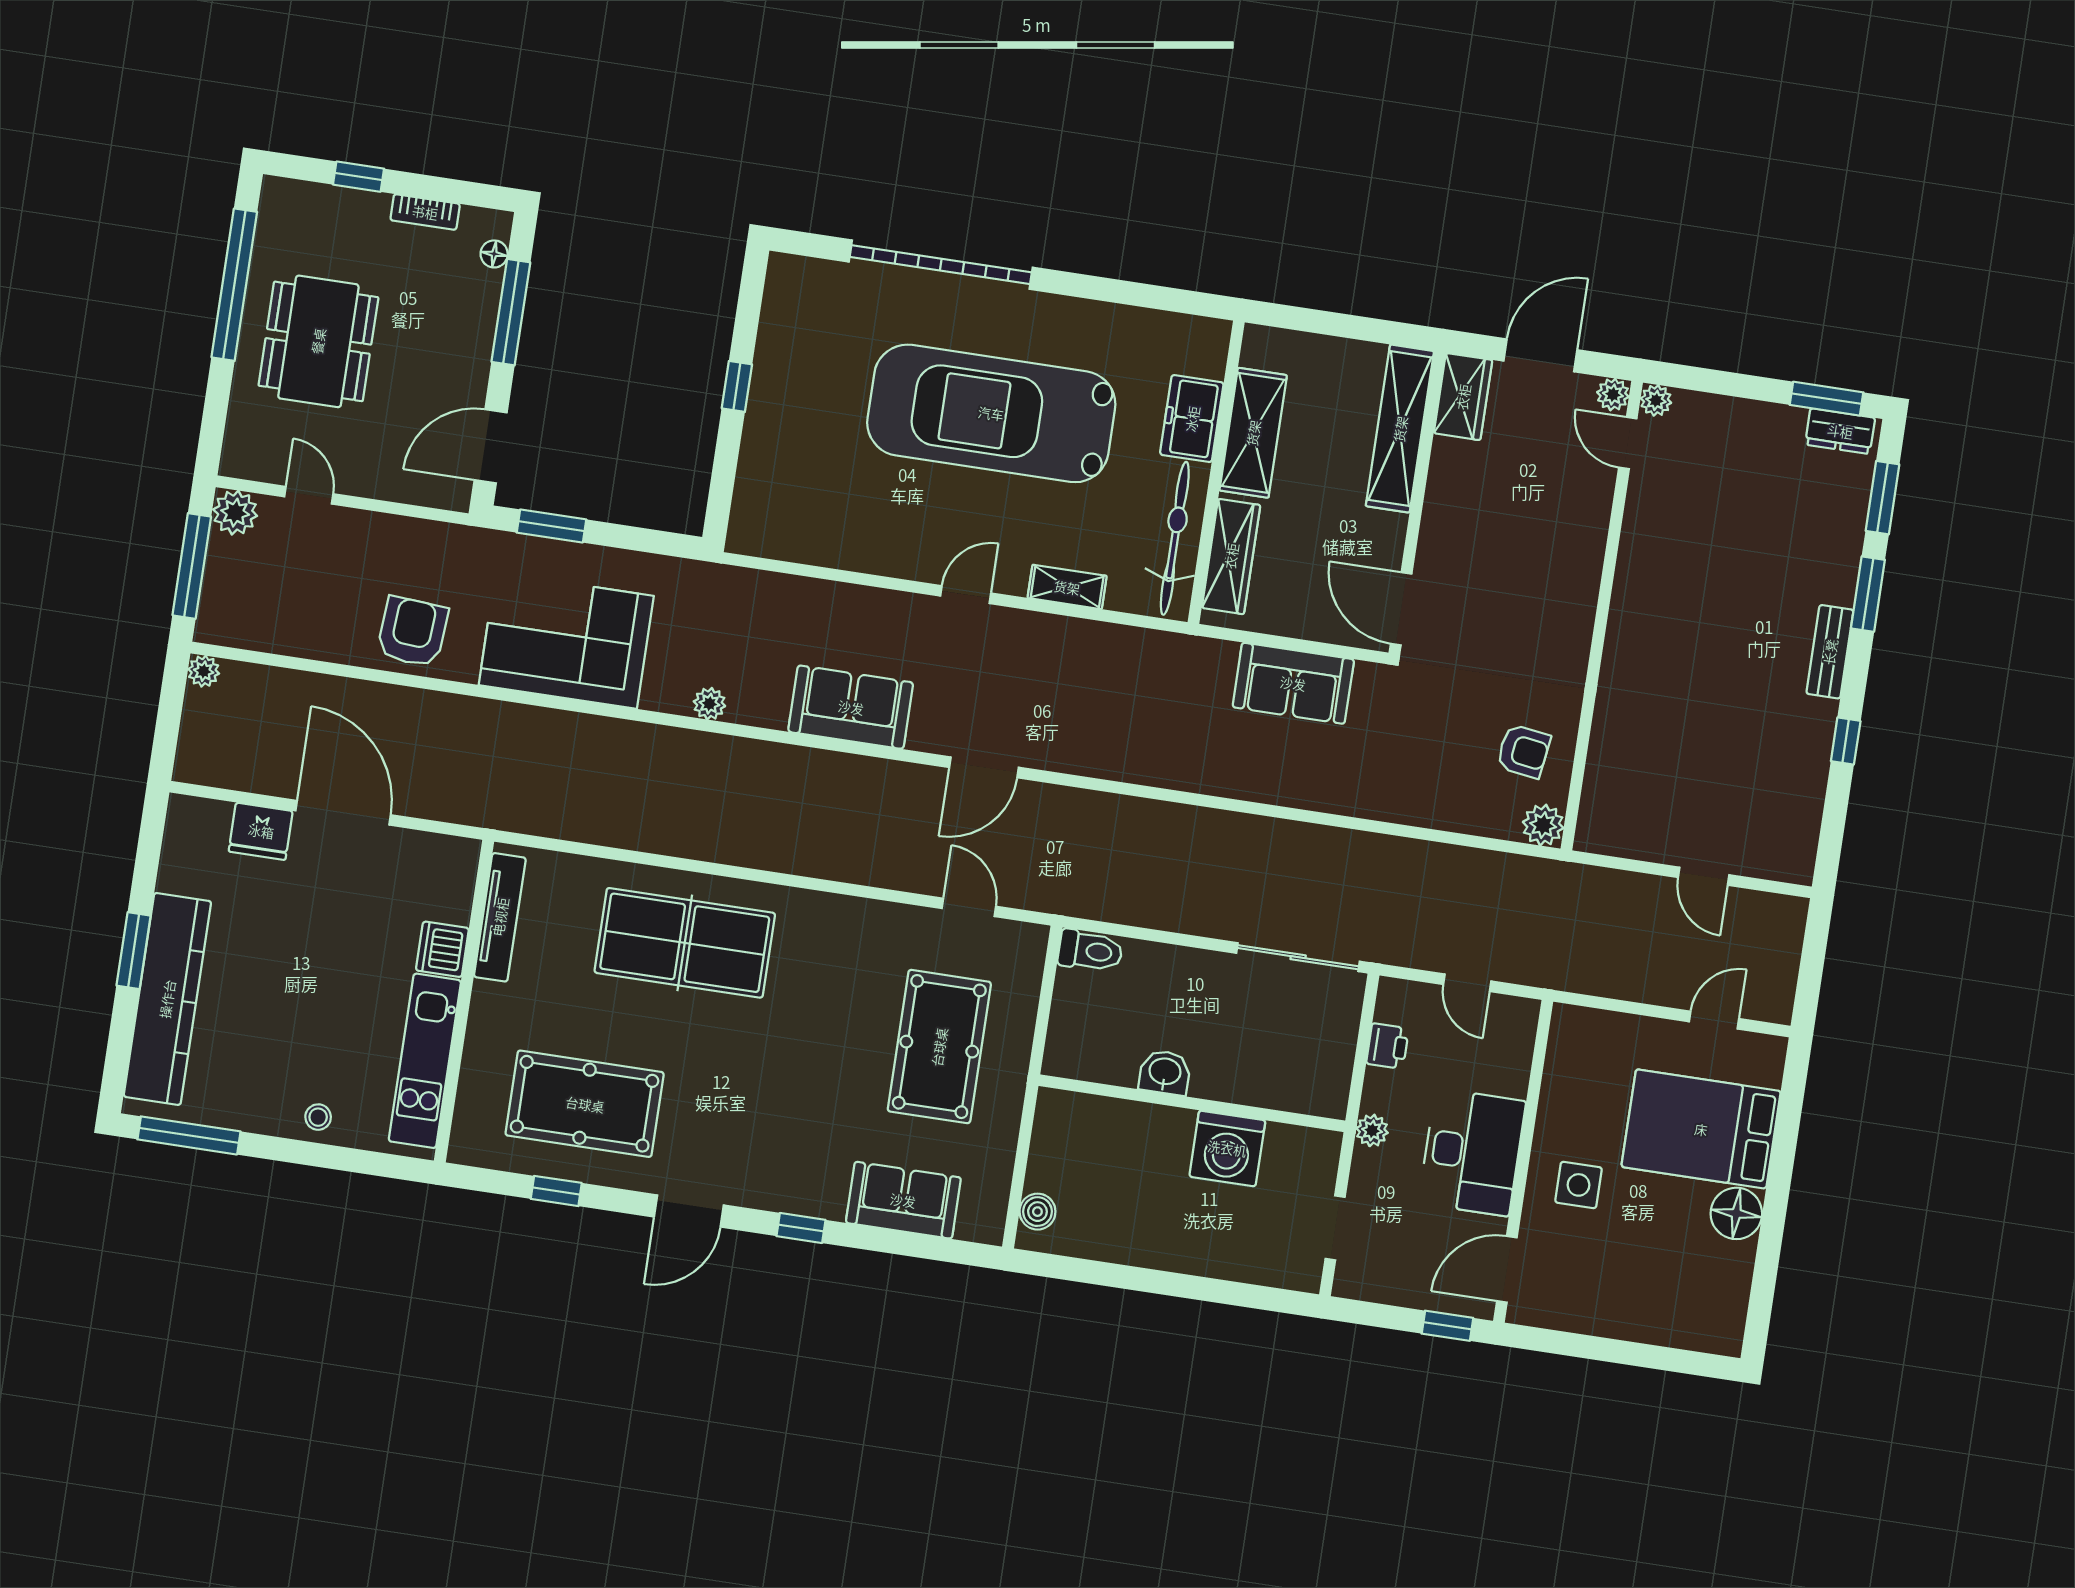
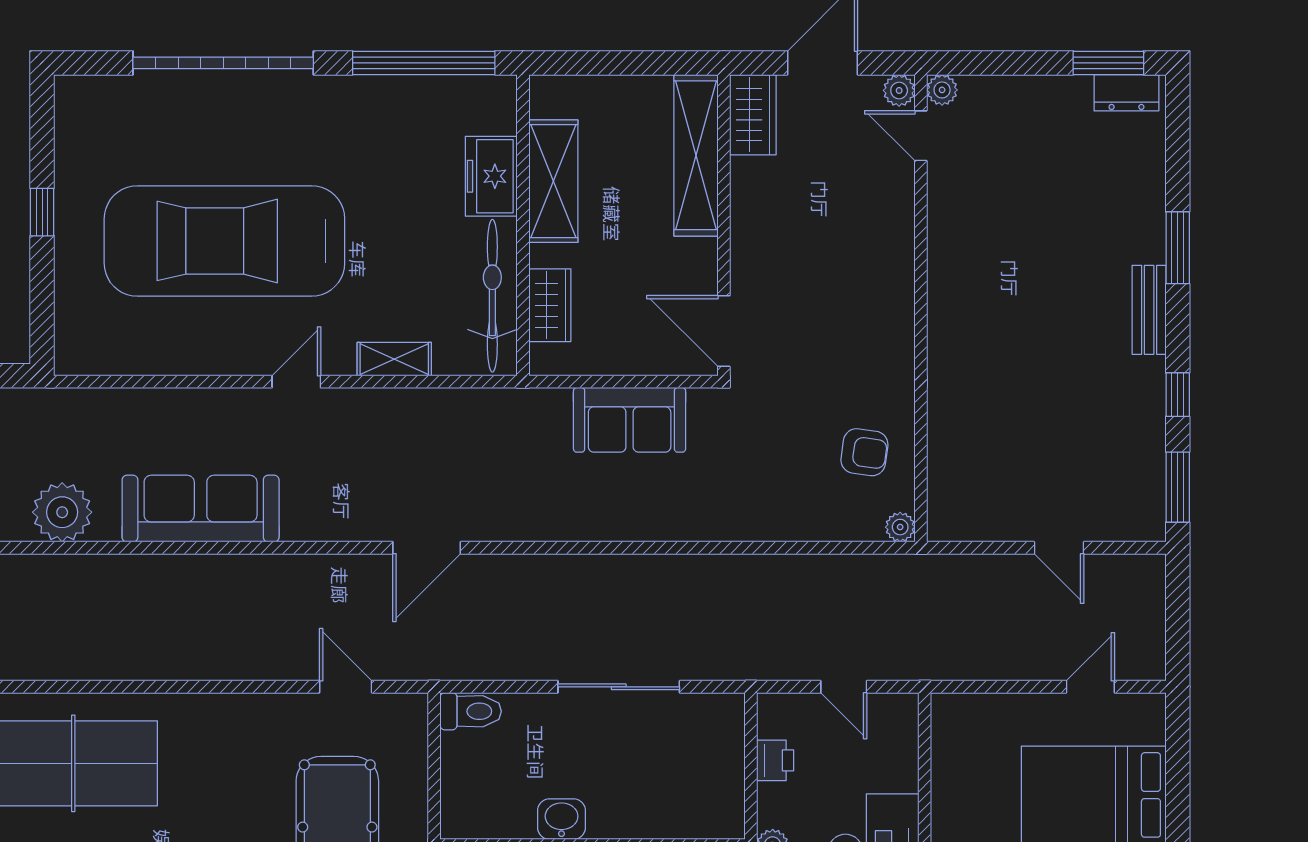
window: (1141, 295) -> (424, 63), added
car: (991, 413) -> (224, 241), moved
window: (1882, 498) -> (1178, 487), moved
wardrobe: (1231, 556) -> (550, 305), width x0.67
plant: (709, 704) -> (62, 512), width x1.88, depth x1.88
sofa: (851, 707) -> (201, 509), width x1.36
door: (984, 767) -> (427, 548), moved
plant: (1543, 825) -> (900, 527), width x0.73, depth x0.73
sliding door: (1298, 957) -> (619, 687), moved

